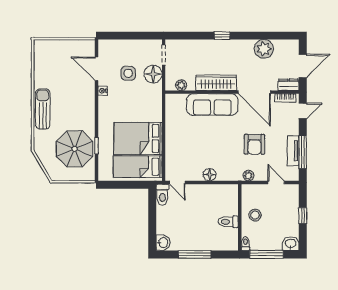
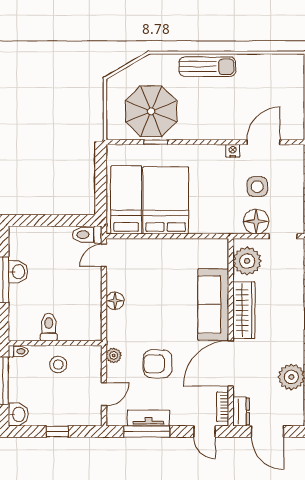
plant: (181, 85) -> (247, 261), width x1.87, depth x1.87
washbasin: (163, 243) -> (18, 272), moved, turned -90

